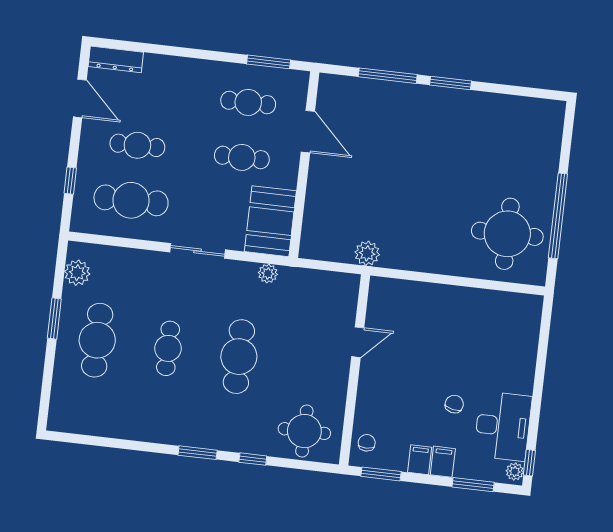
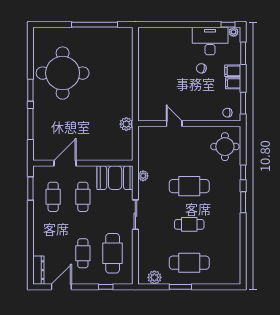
round table: (507, 234) -> (63, 73), moved, width x1.36, depth x1.36

